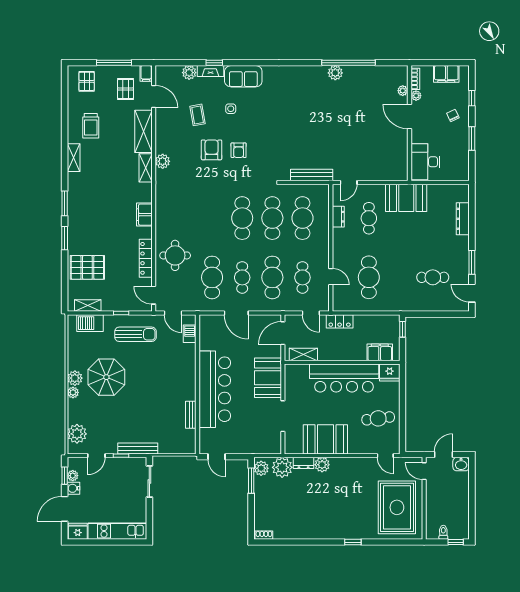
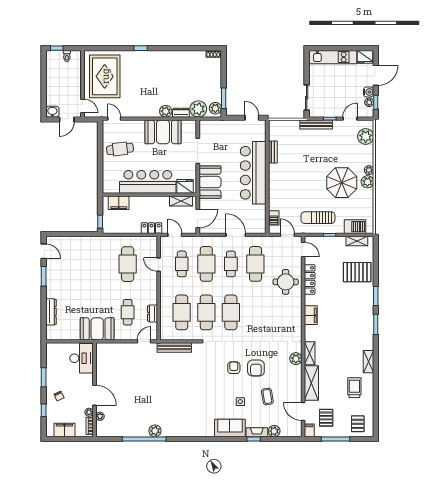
cafe table: (433, 277) -> (75, 264), removed
fridge: (390, 373) -> (185, 186), moved

